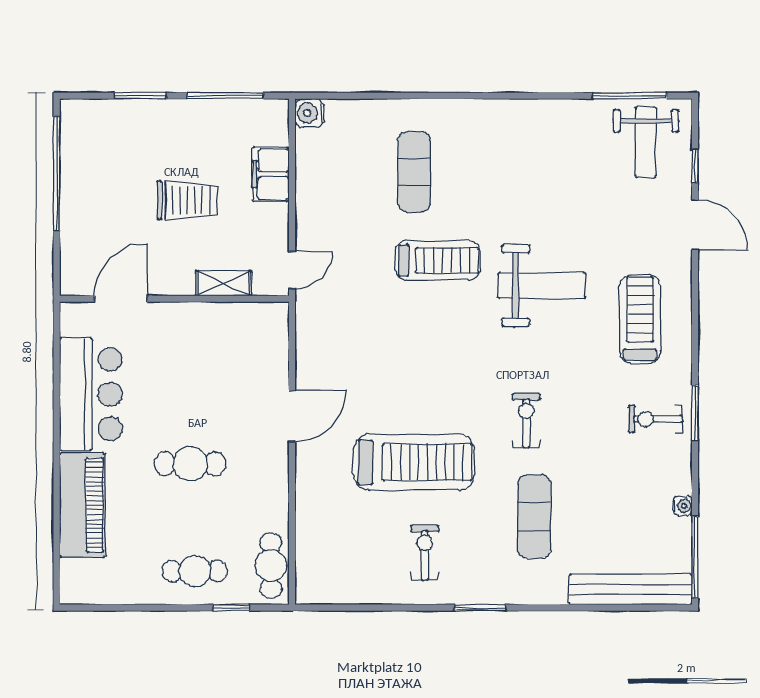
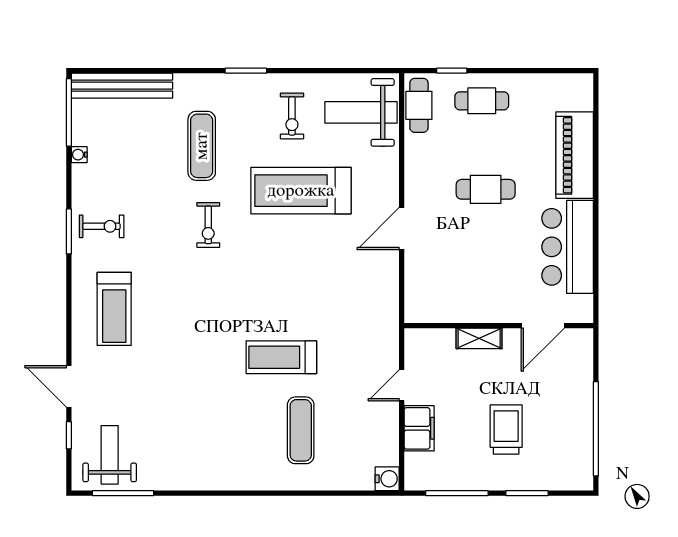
trolley: (187, 200) -> (506, 430), moved, turned 90
door: (292, 270) -> (402, 385), moved
shelving: (224, 283) -> (479, 338), moved
weight bench: (542, 286) -> (361, 112), moved

